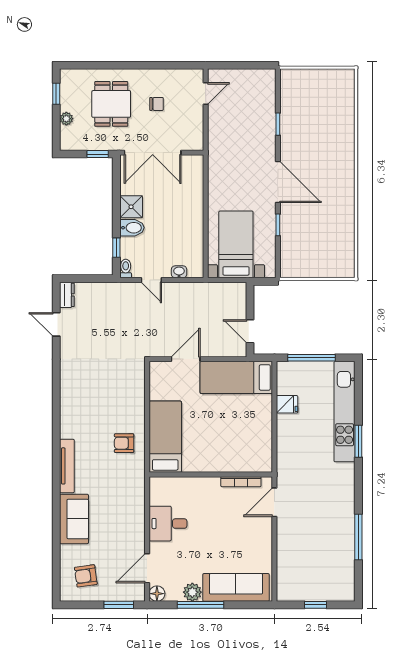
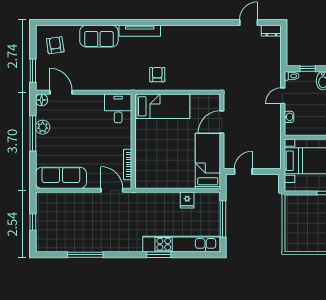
door: (186, 359) -> (222, 122), swing flipped
desk: (168, 524) -> (118, 108), moved
sofa: (236, 587) -> (61, 178), moved, turned -90

